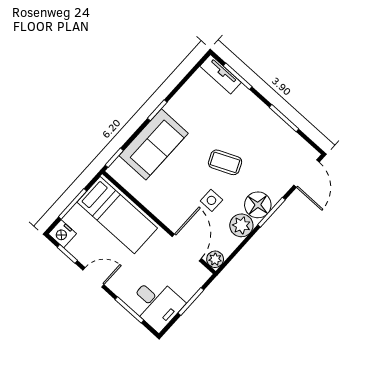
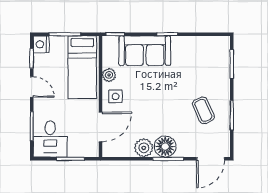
tv unit: (221, 74) -> (224, 53), removed
coffee table: (225, 162) -> (203, 110), moved
side table: (211, 200) -> (115, 96), moved
plant: (215, 259) -> (109, 75), moved

